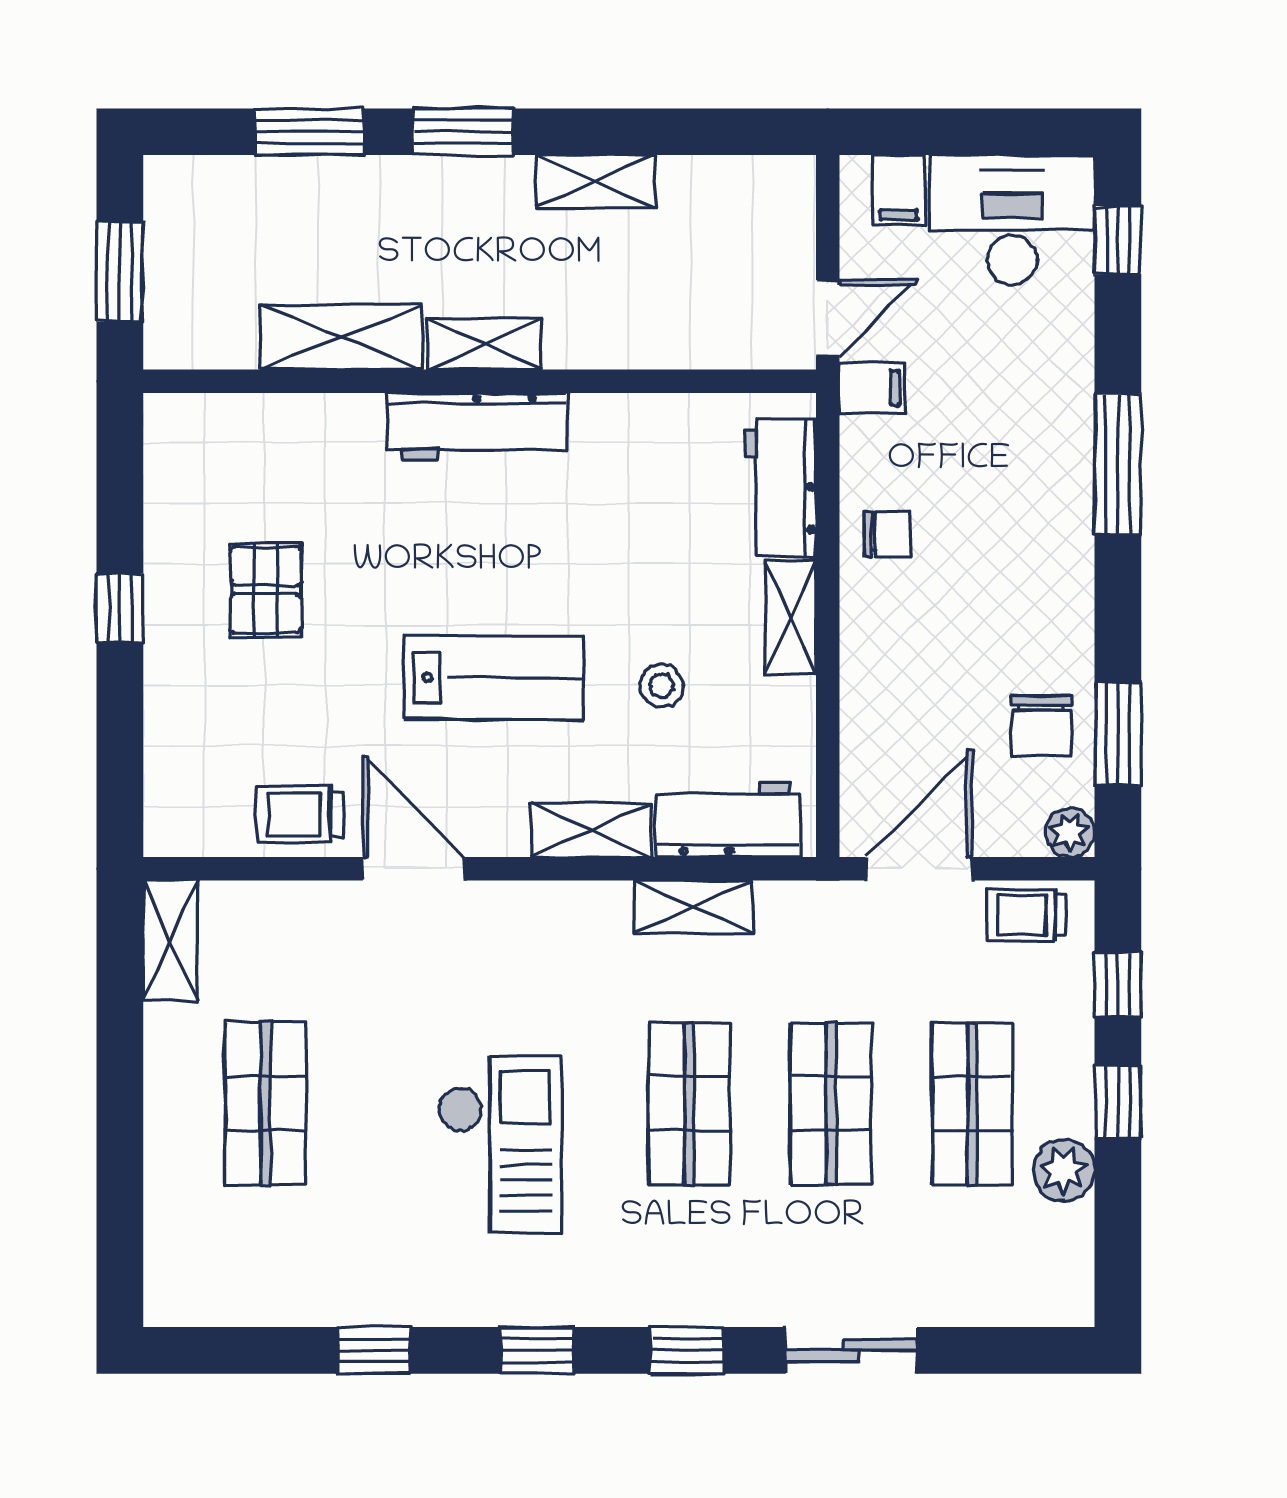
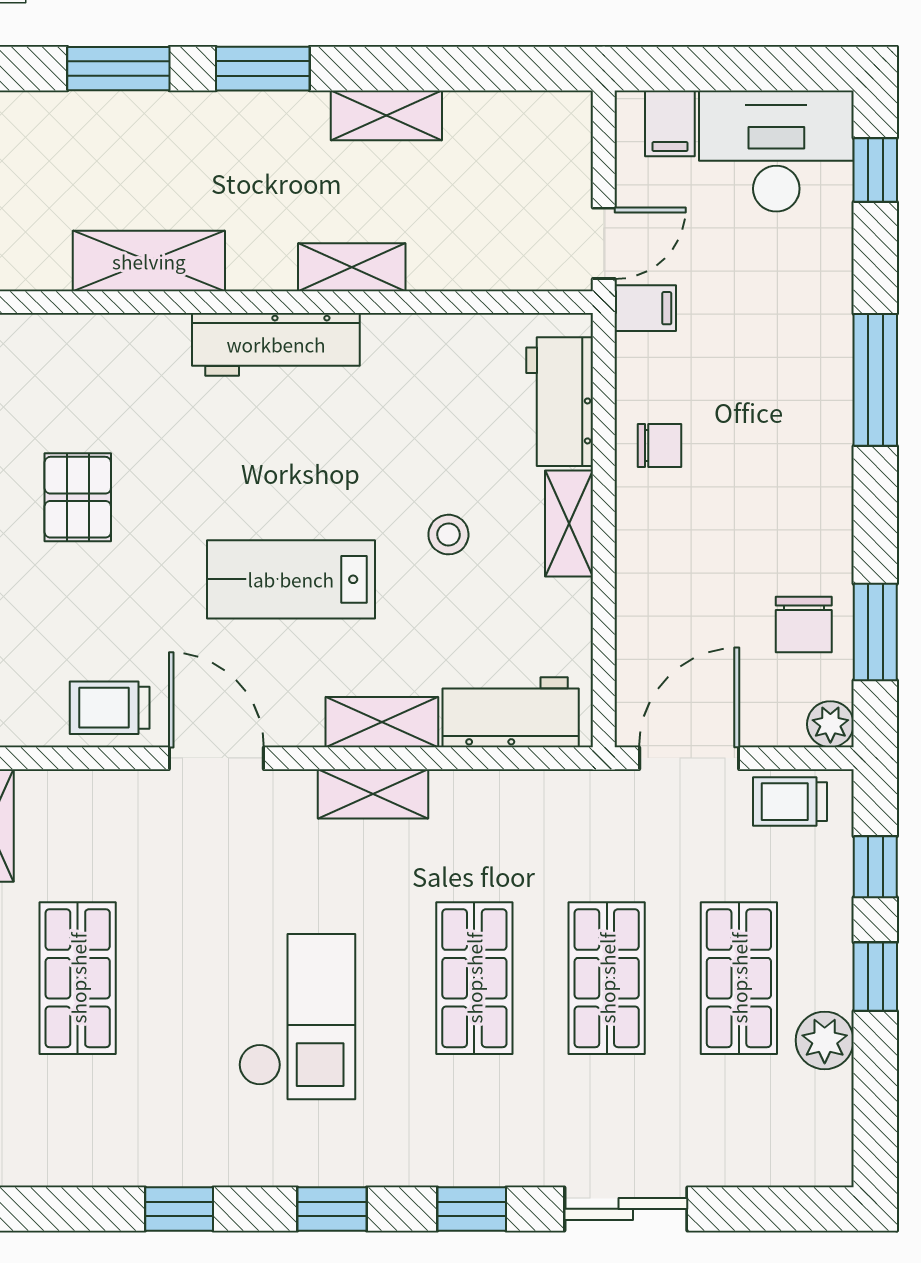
shelving: (485, 344) -> (352, 267), moved
lab bench: (494, 677) -> (291, 579), turned 180
stool: (662, 686) -> (448, 535), moved
shelving: (694, 907) -> (373, 794), moved

